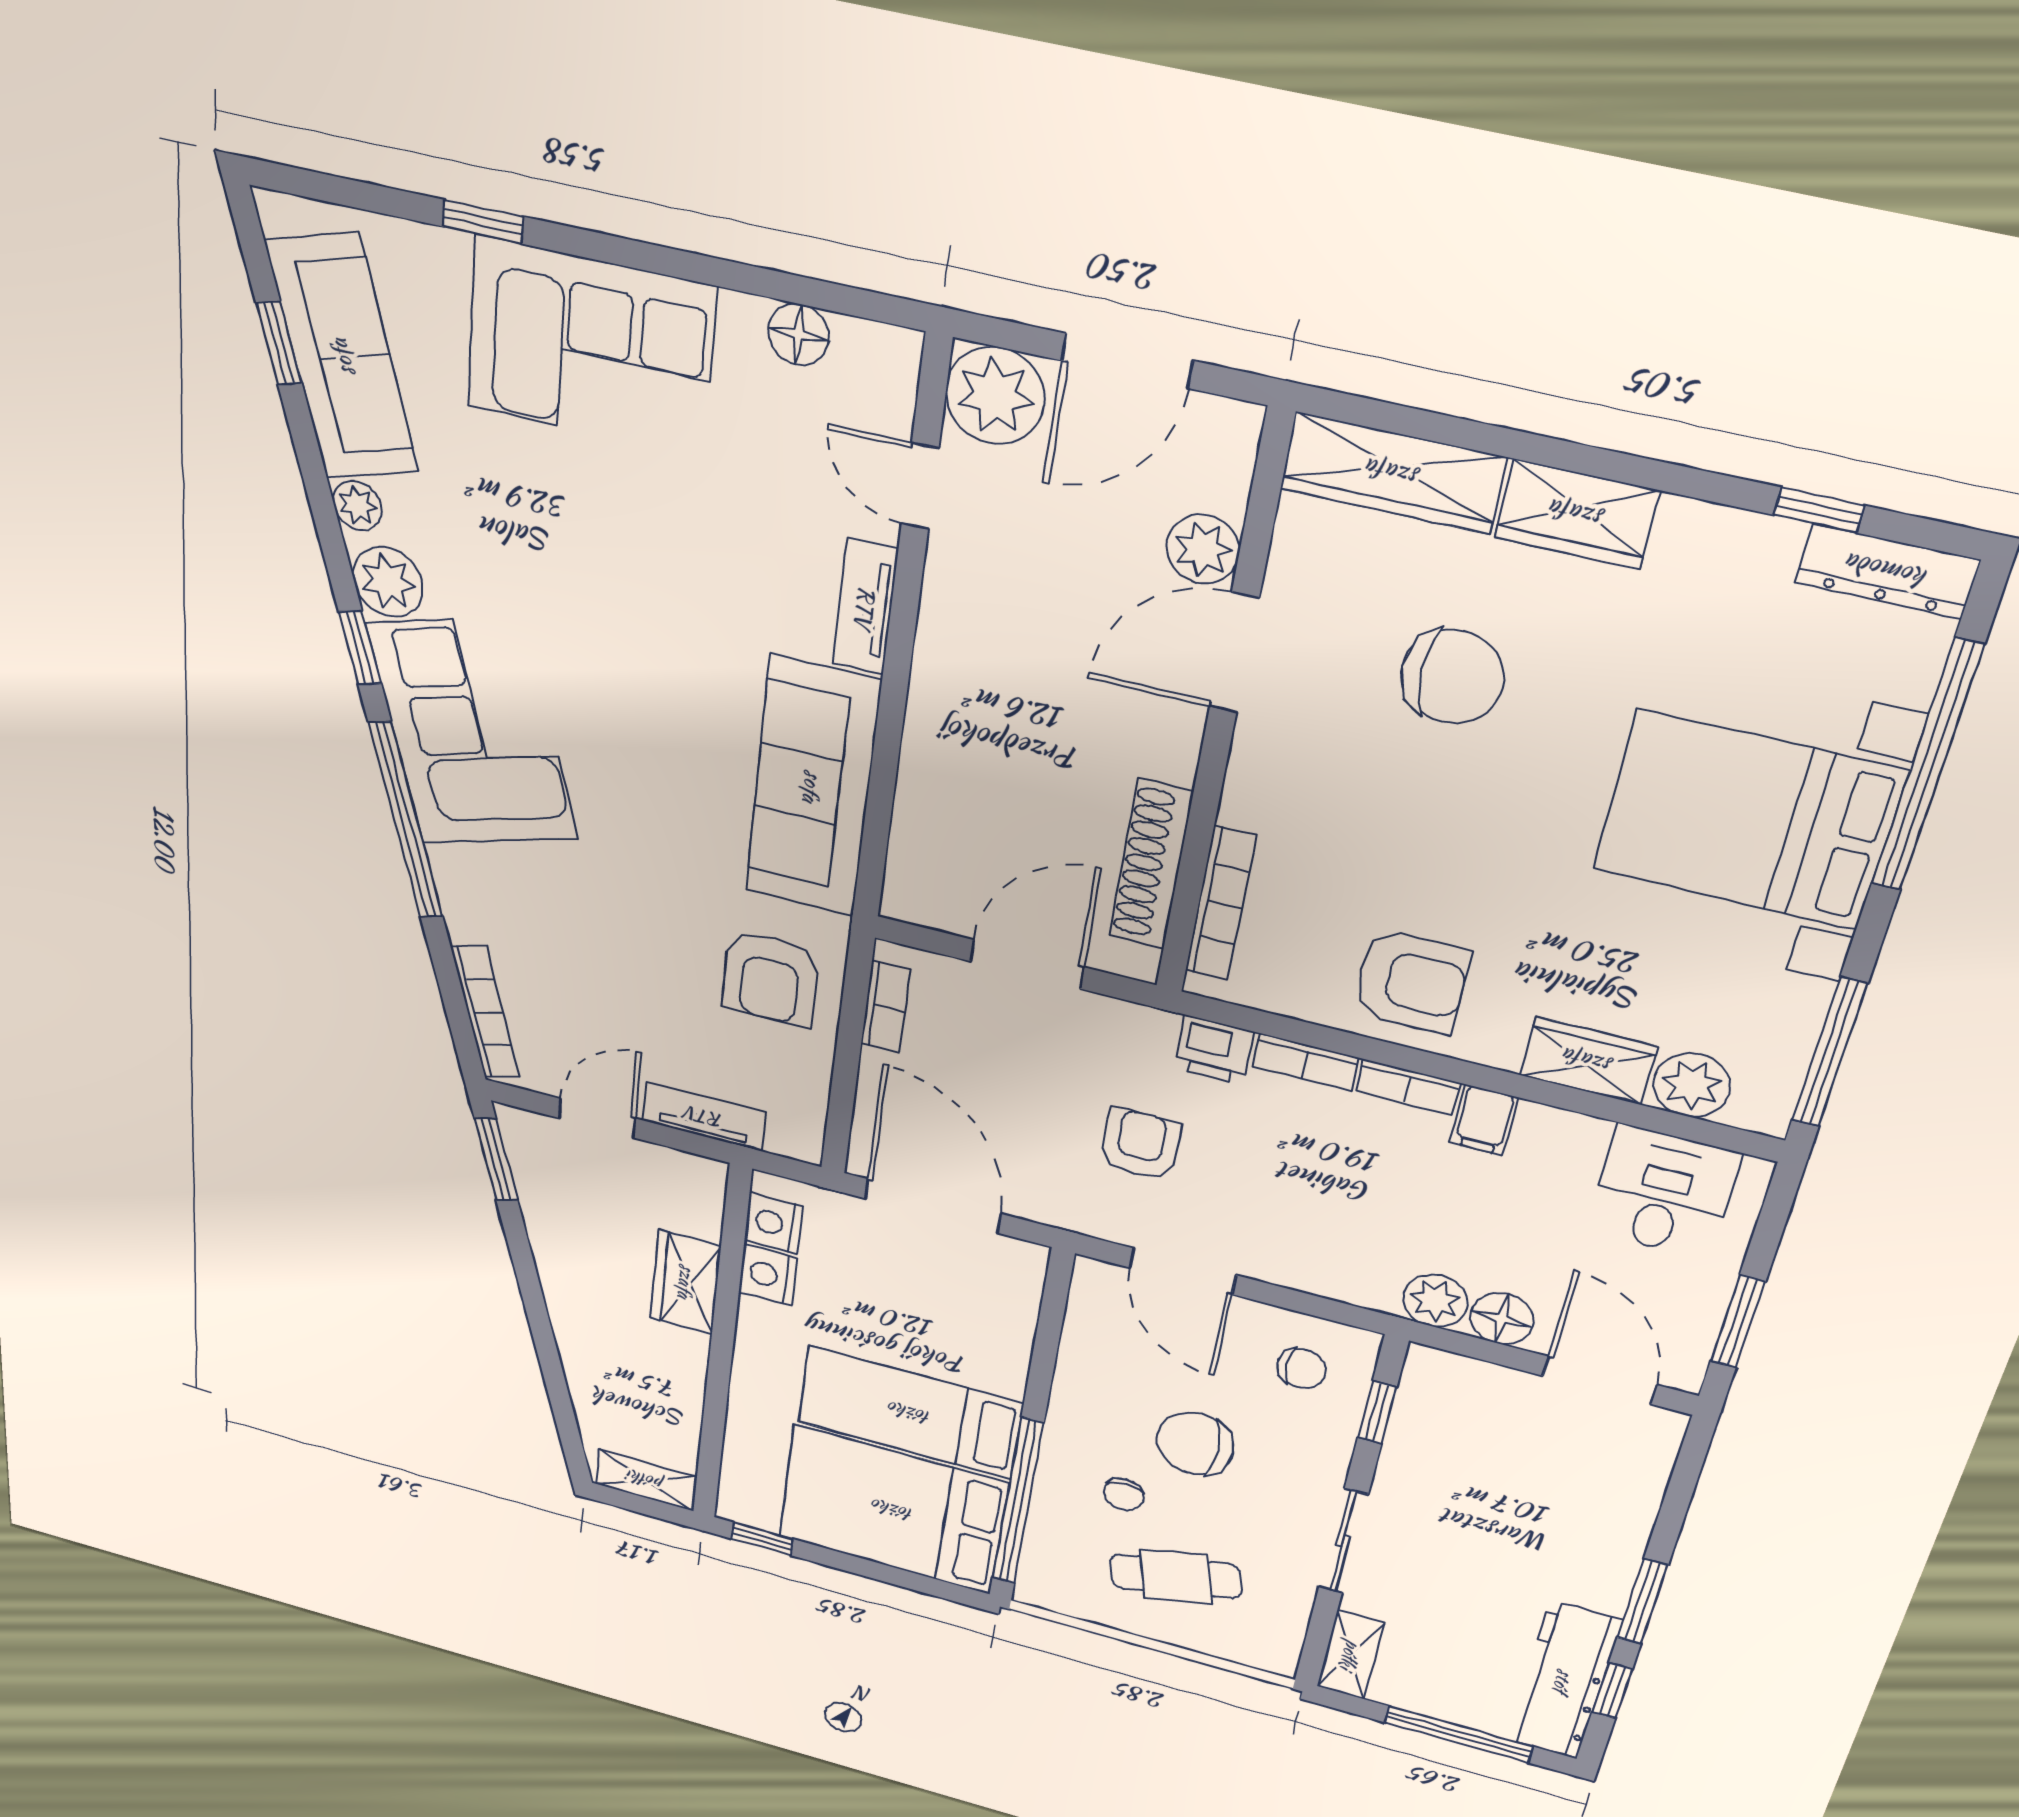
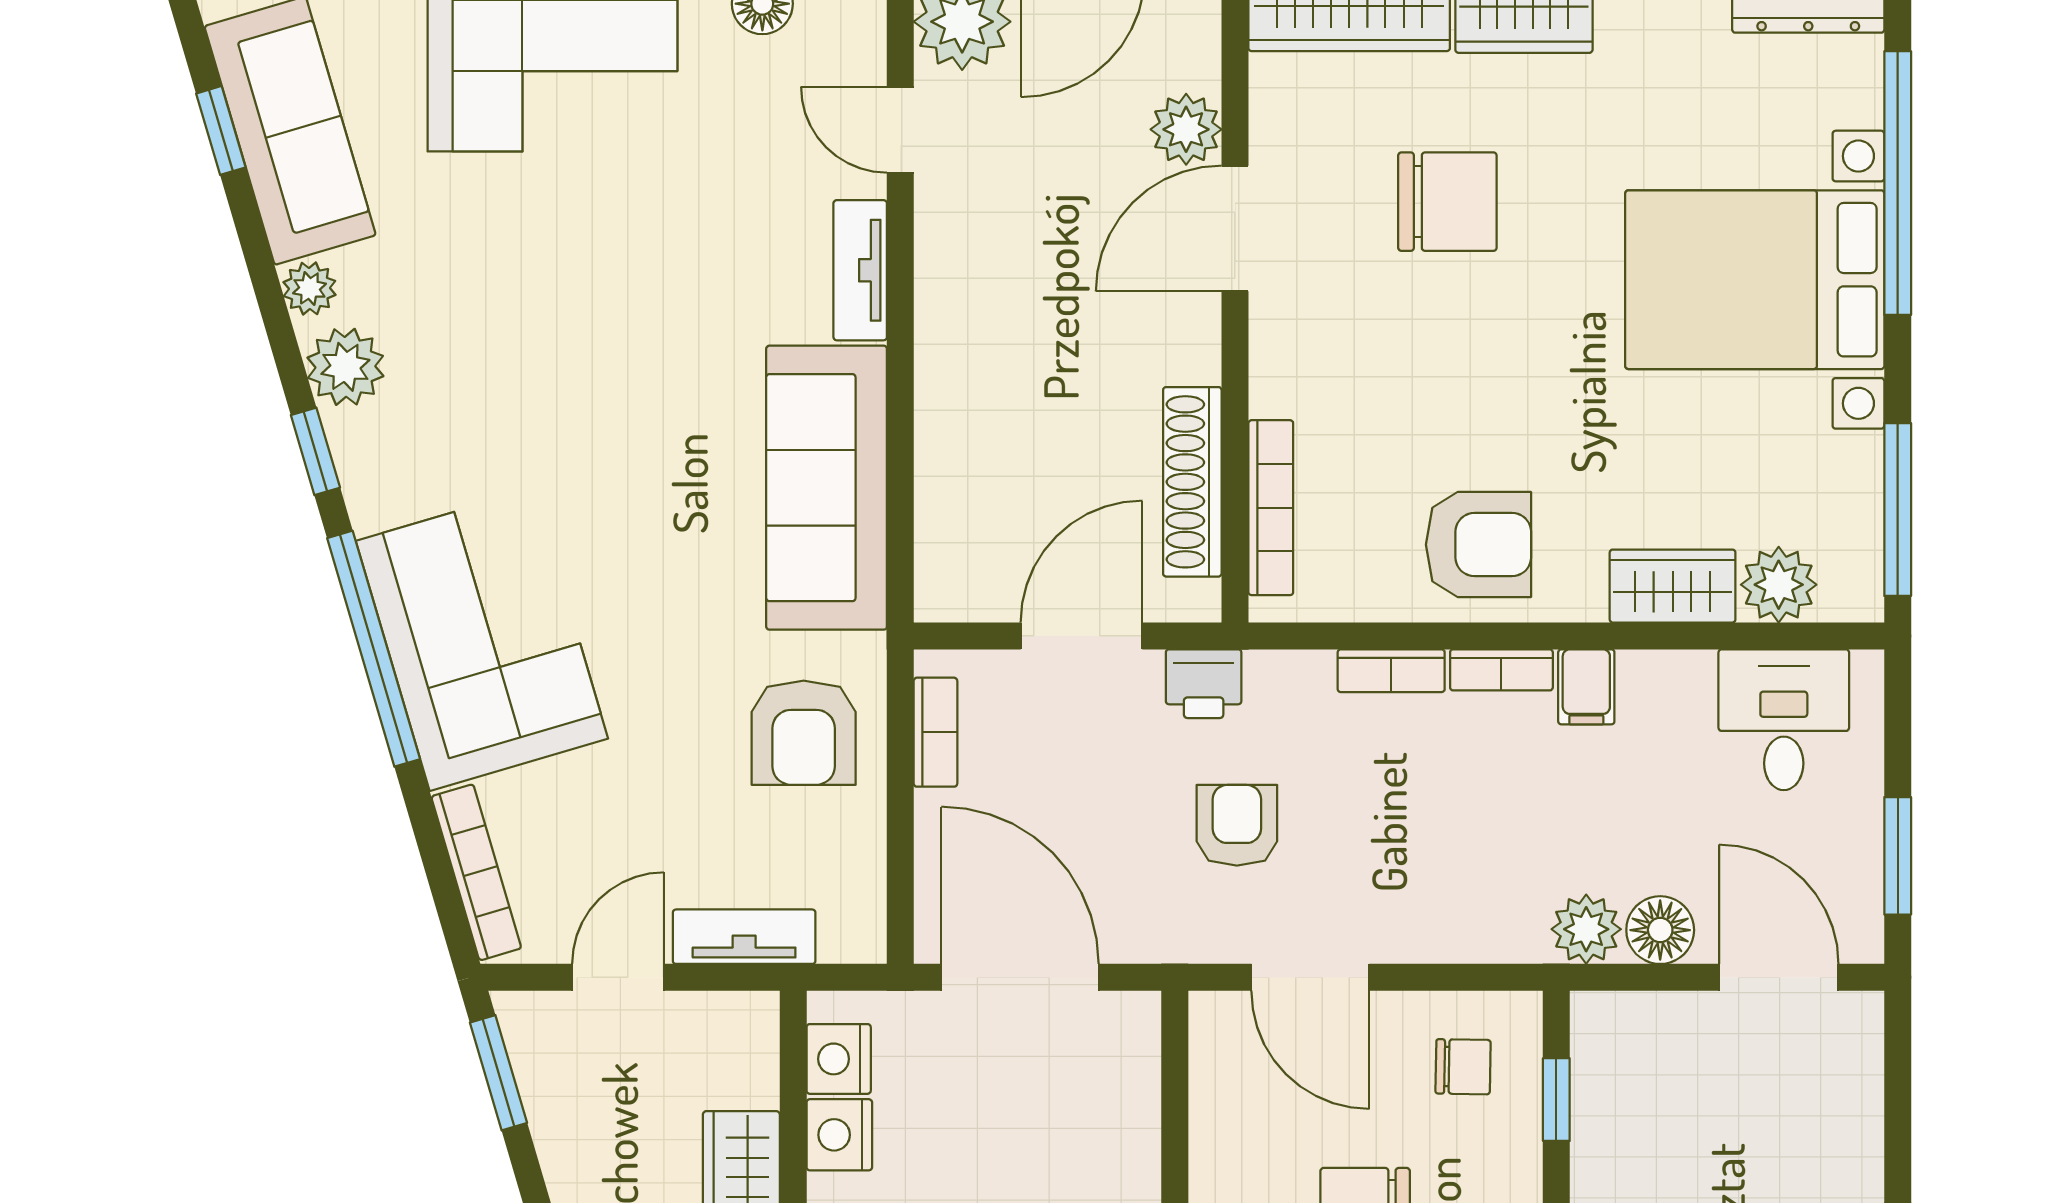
corner sofa: (473, 732) -> (482, 640), moved
printer: (1214, 1050) -> (1204, 684), moved

